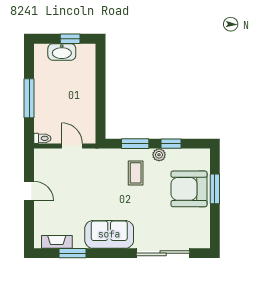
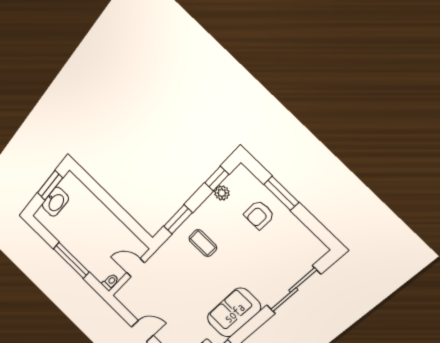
window: (70, 39) -> (50, 185), width x1.50
window: (171, 144) -> (217, 179), moved
plant: (159, 155) -> (222, 193), moved
armchair: (189, 189) -> (259, 215), width x0.53, depth x0.53

